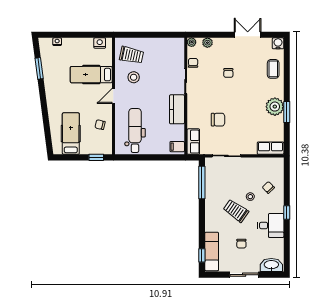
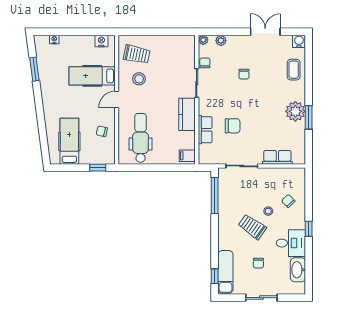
row of seats: (193, 142) -> (205, 130), moved
row of seats: (271, 148) -> (277, 157), moved
washbasin: (271, 265) -> (298, 270), moved, turned -90

